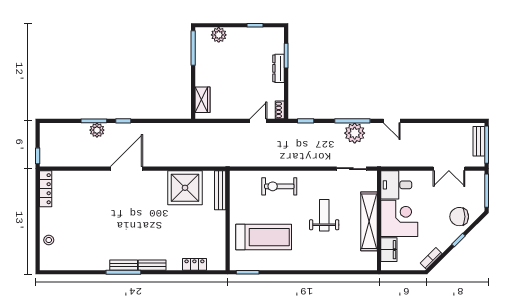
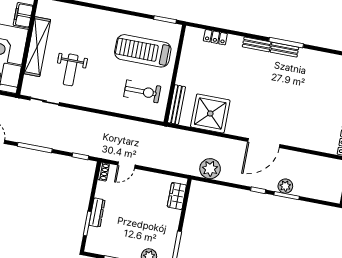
plant: (355, 133) -> (210, 169), moved
exercise bike: (279, 186) -> (142, 91), moved
weight bench: (324, 215) -> (71, 70), moved

